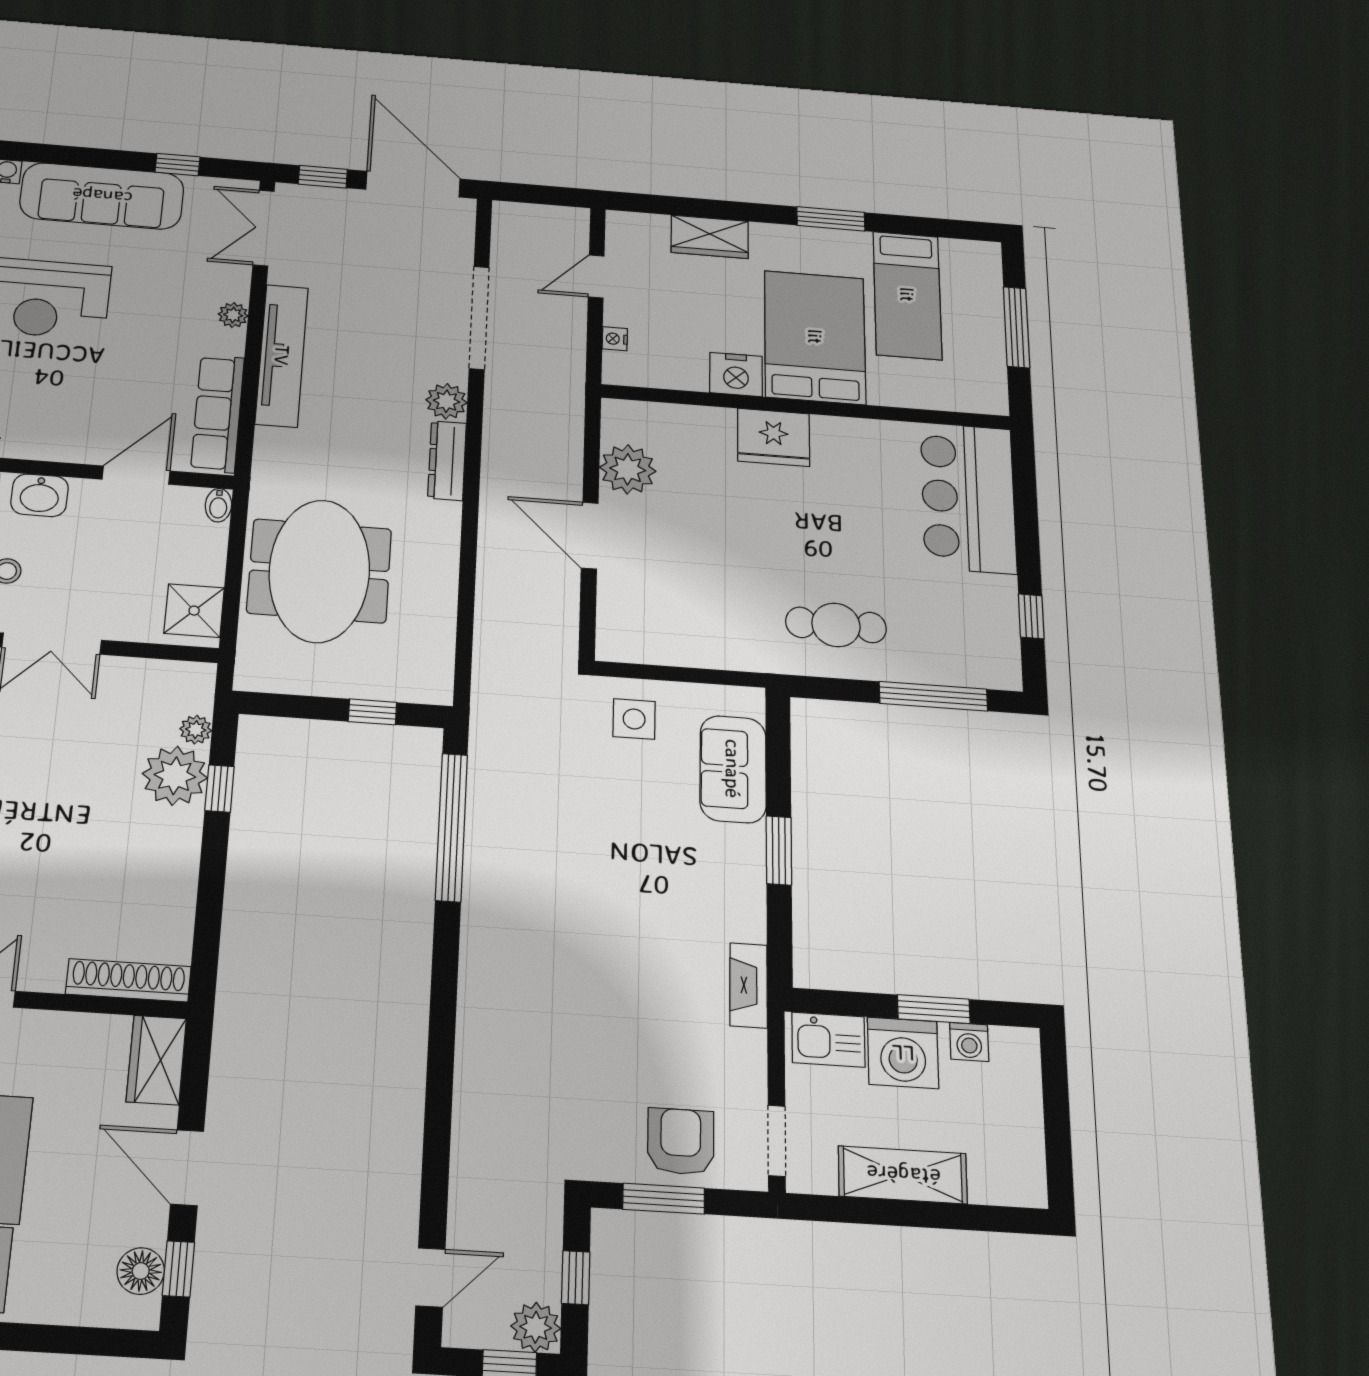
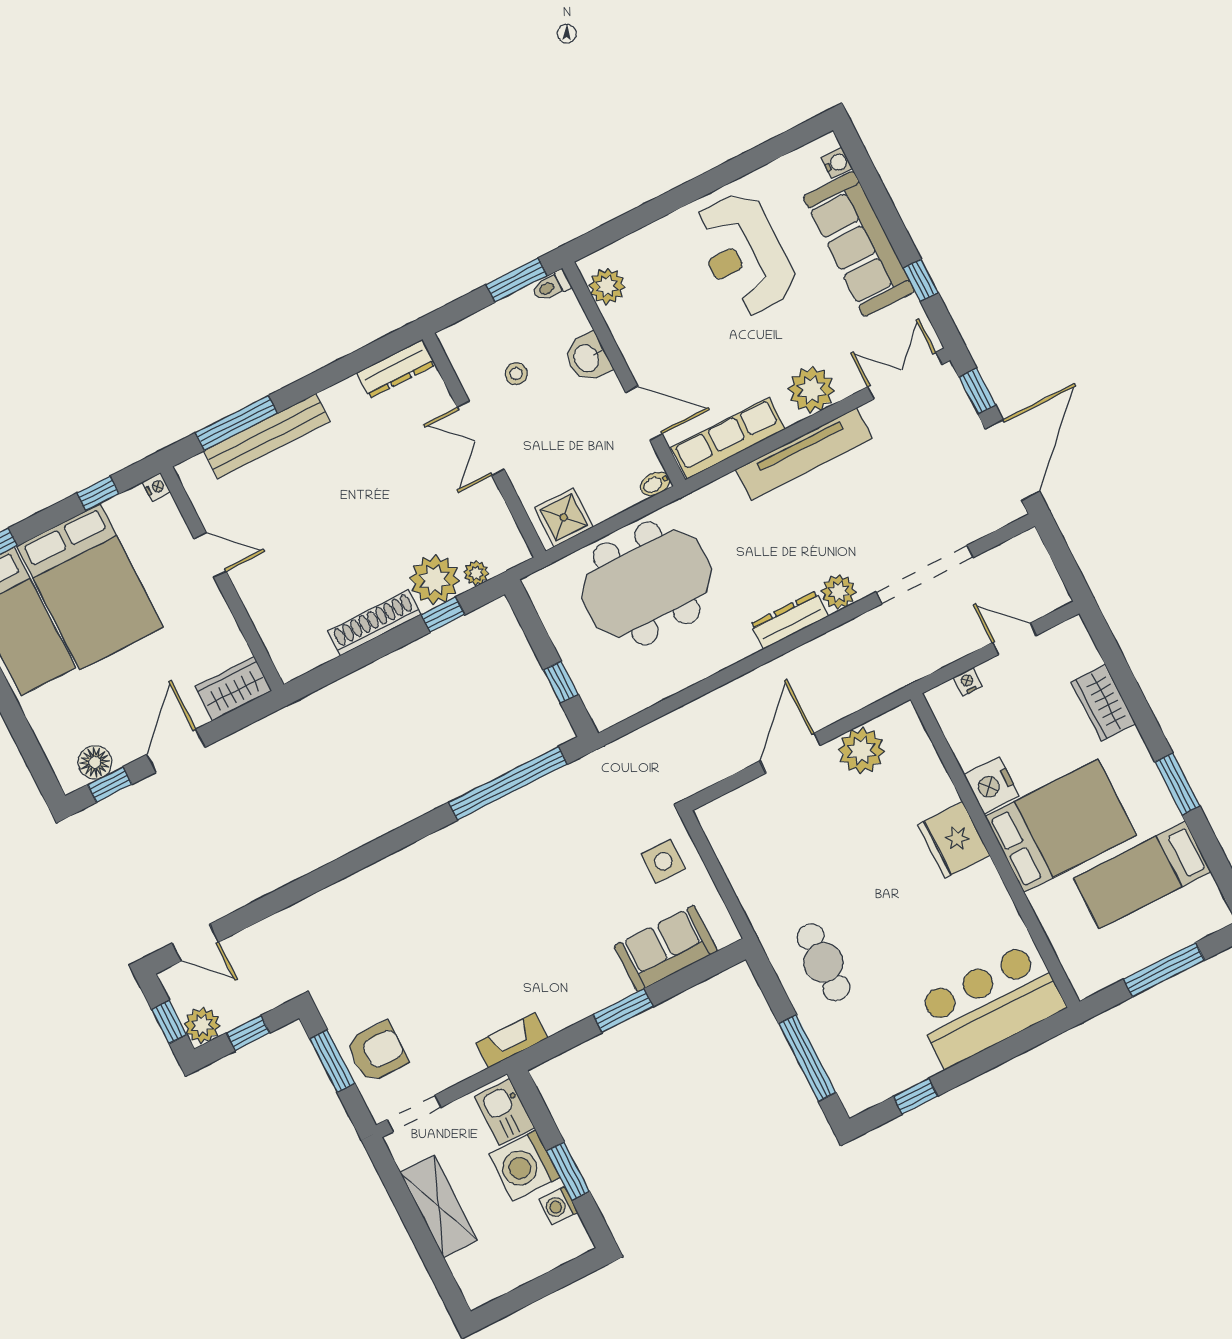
plant: (233, 315) -> (811, 390), width x1.87, depth x1.87
shoe rack: (128, 980) -> (374, 623), moved, turned -90

